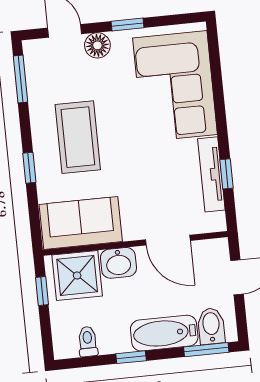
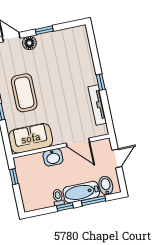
corner sofa: (175, 86) -> (73, 60), removed
window: (226, 174) -> (101, 82), moved
shower: (77, 275) -> (32, 166), removed
toilet: (88, 342) -> (58, 197), moved
window: (206, 350) -> (93, 201), moved

